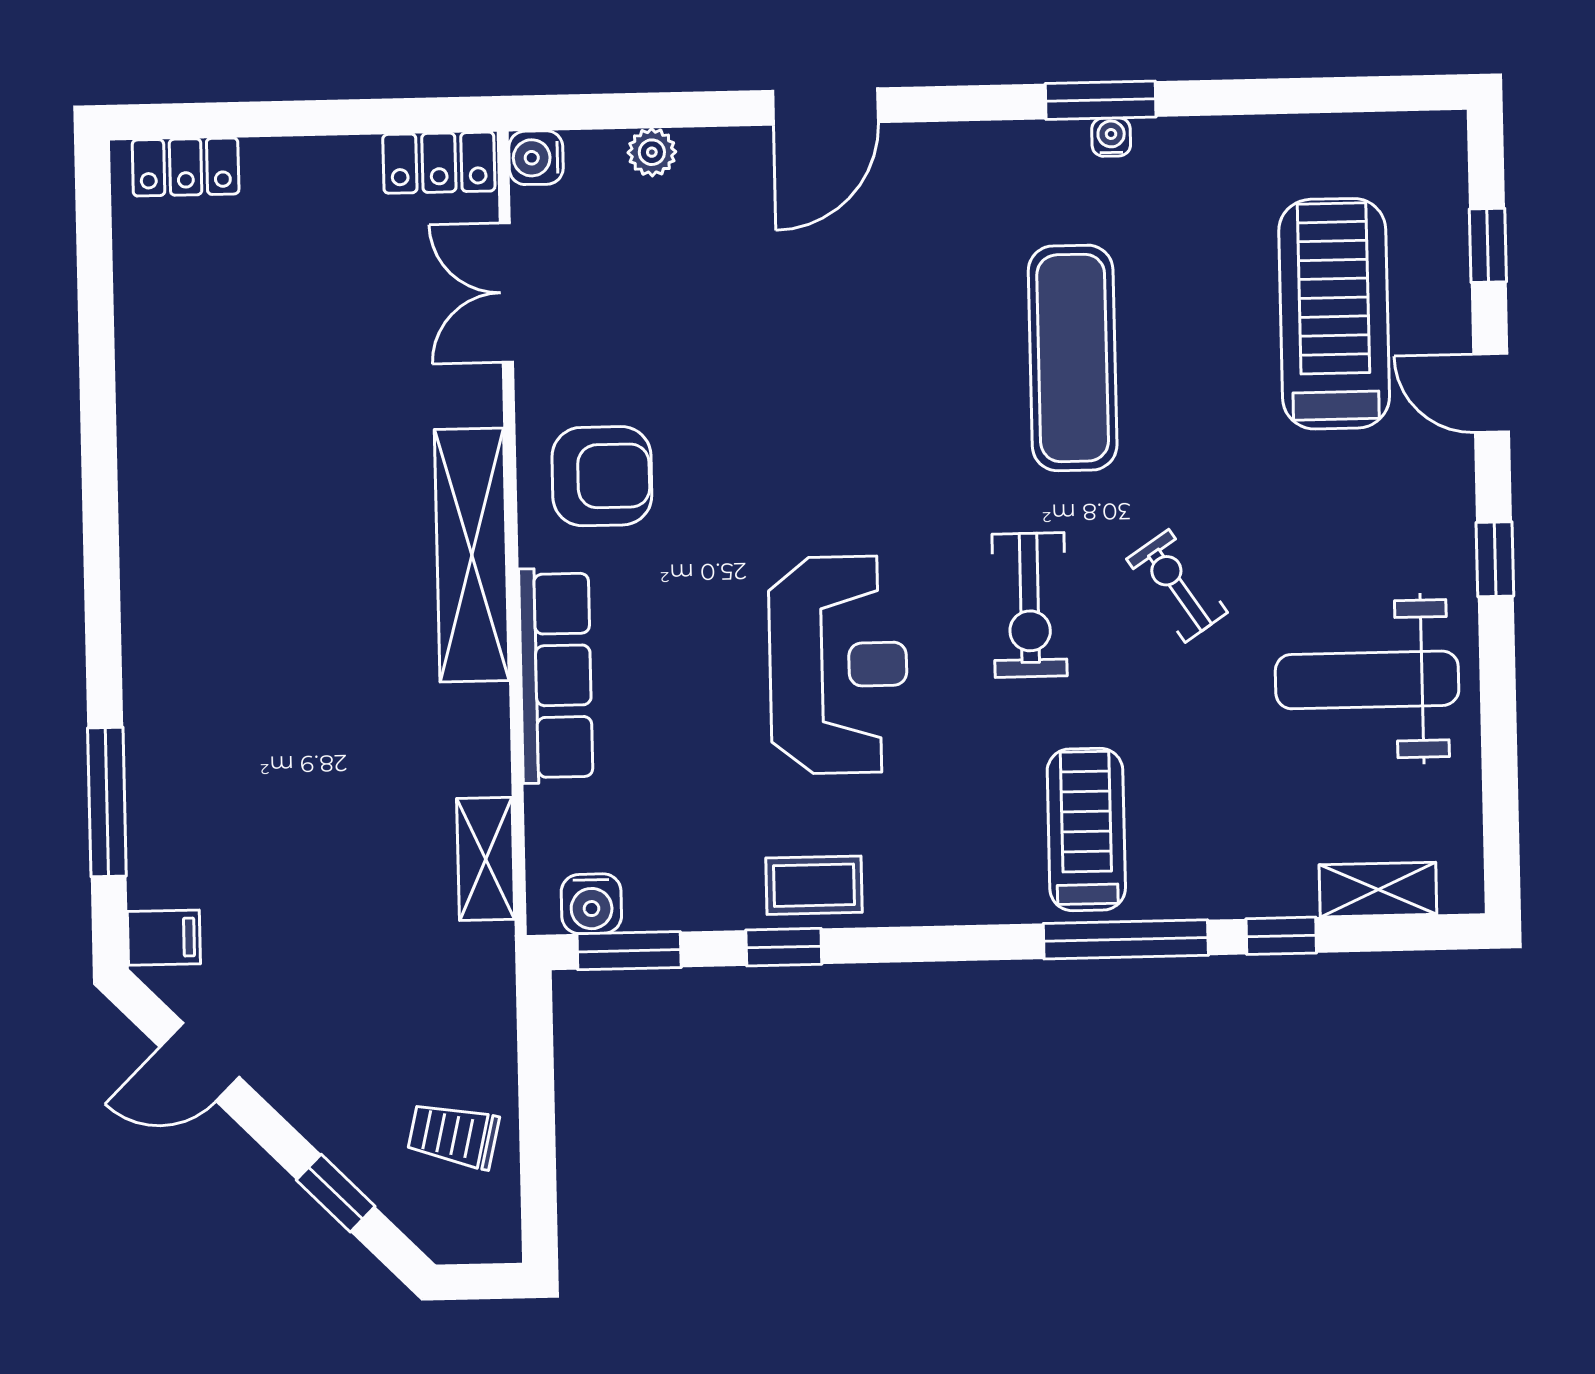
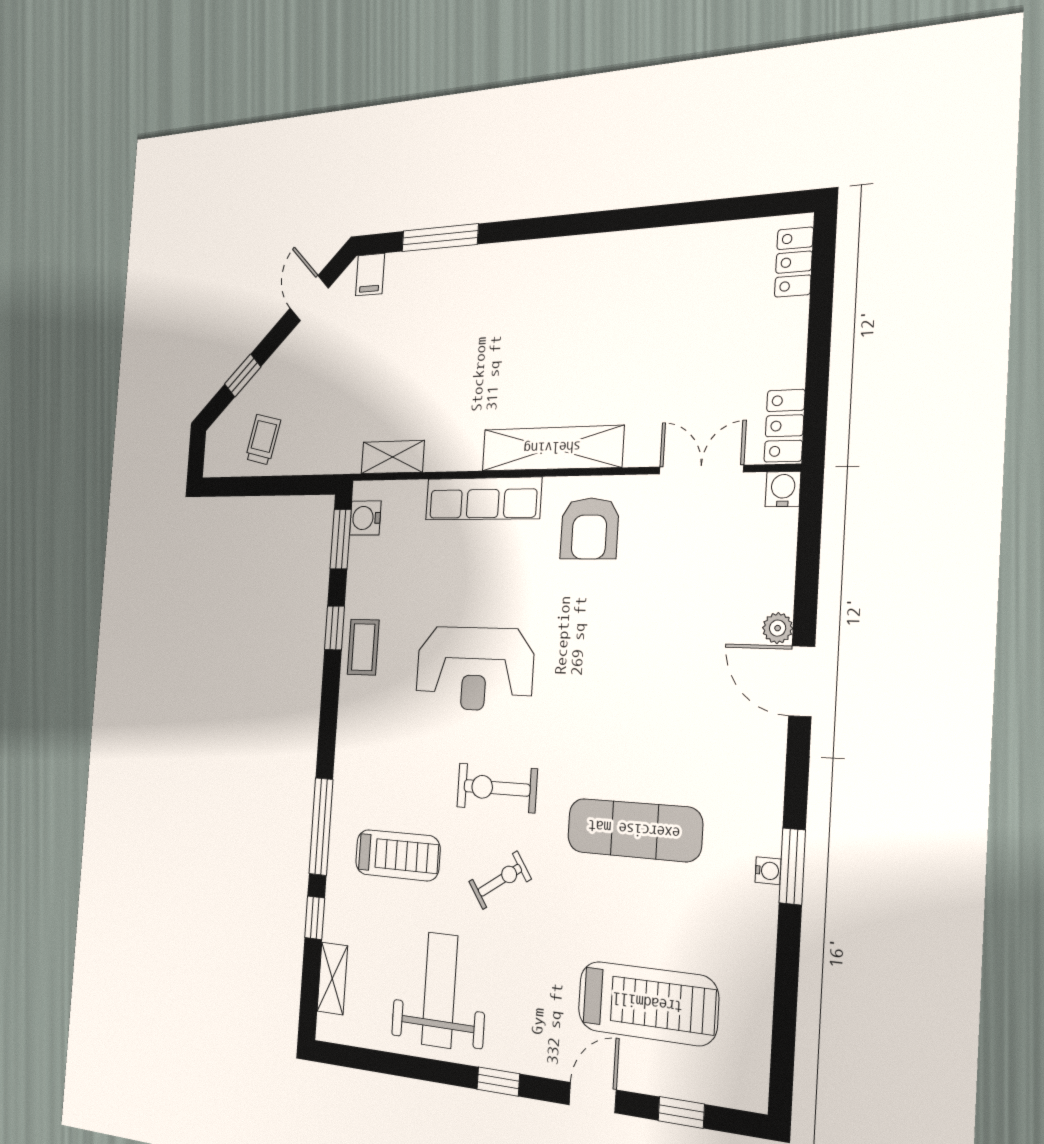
plant: (652, 152) -> (778, 628), moved
treadmill: (1086, 829) -> (398, 855), moved

